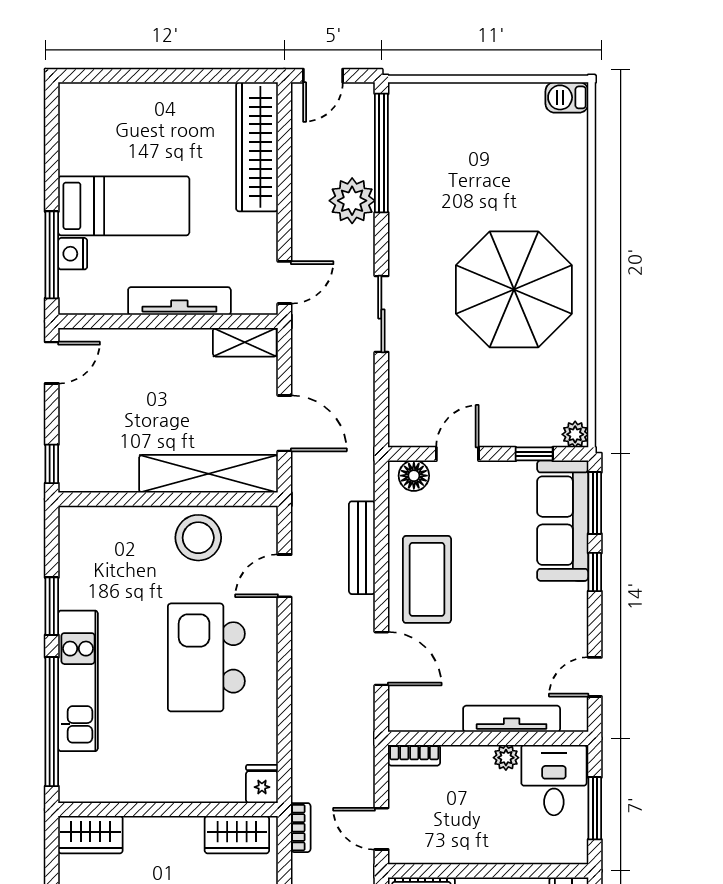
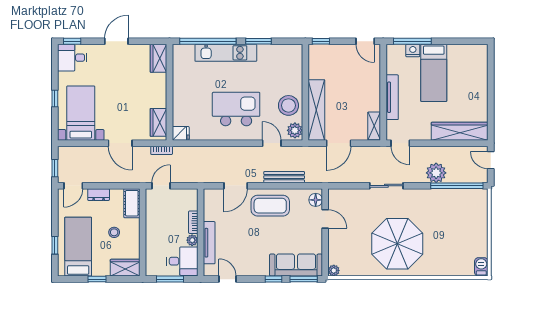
window: (534, 454) -> (325, 253), removed
plant: (255, 523) -> (295, 130), added
bookcase: (414, 755) -> (193, 222), moved

